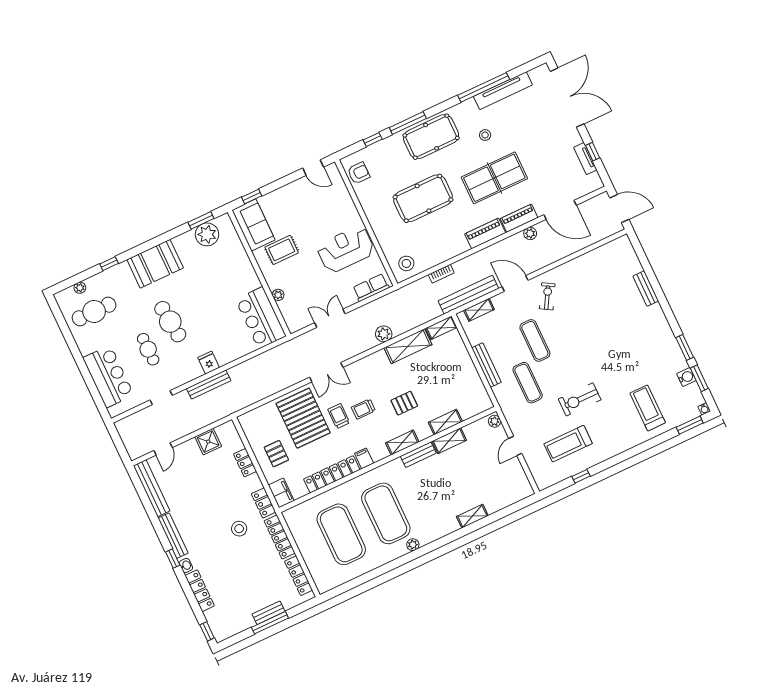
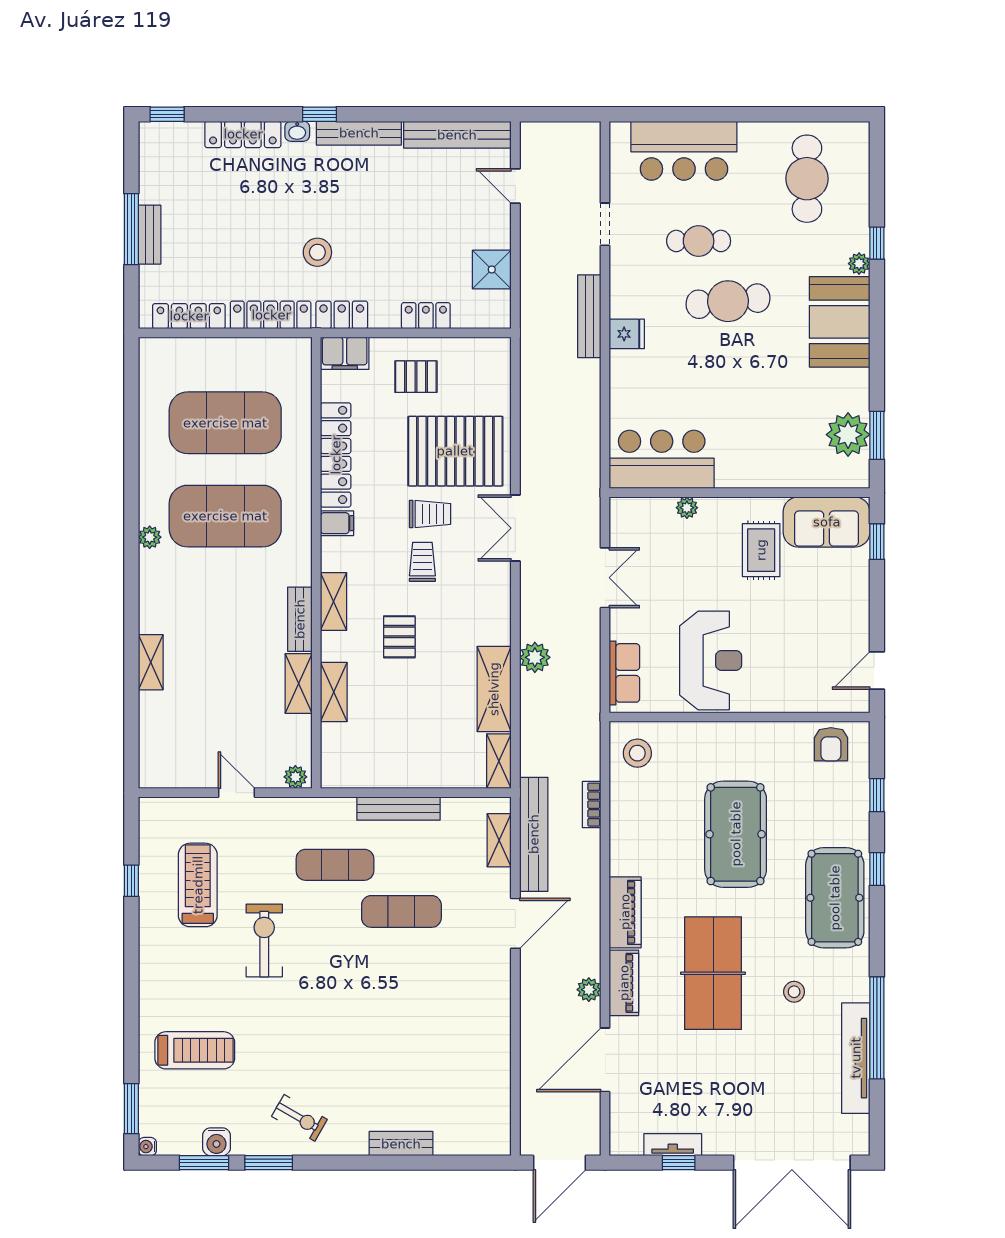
window: (408, 123) -> (877, 869), width x0.46
plant: (80, 288) -> (859, 264), moved
exercise bike: (547, 296) -> (299, 1118), moved

